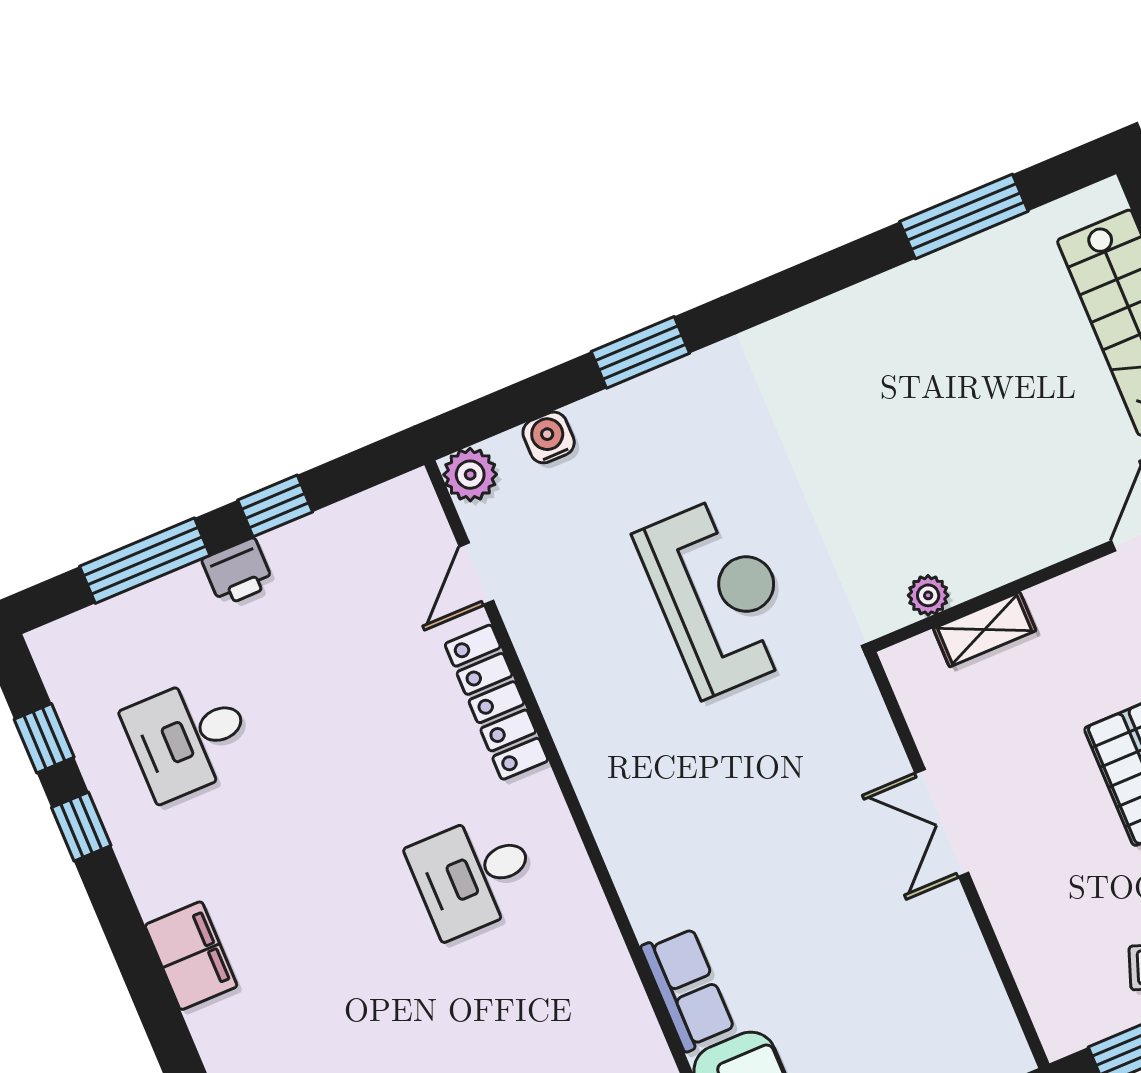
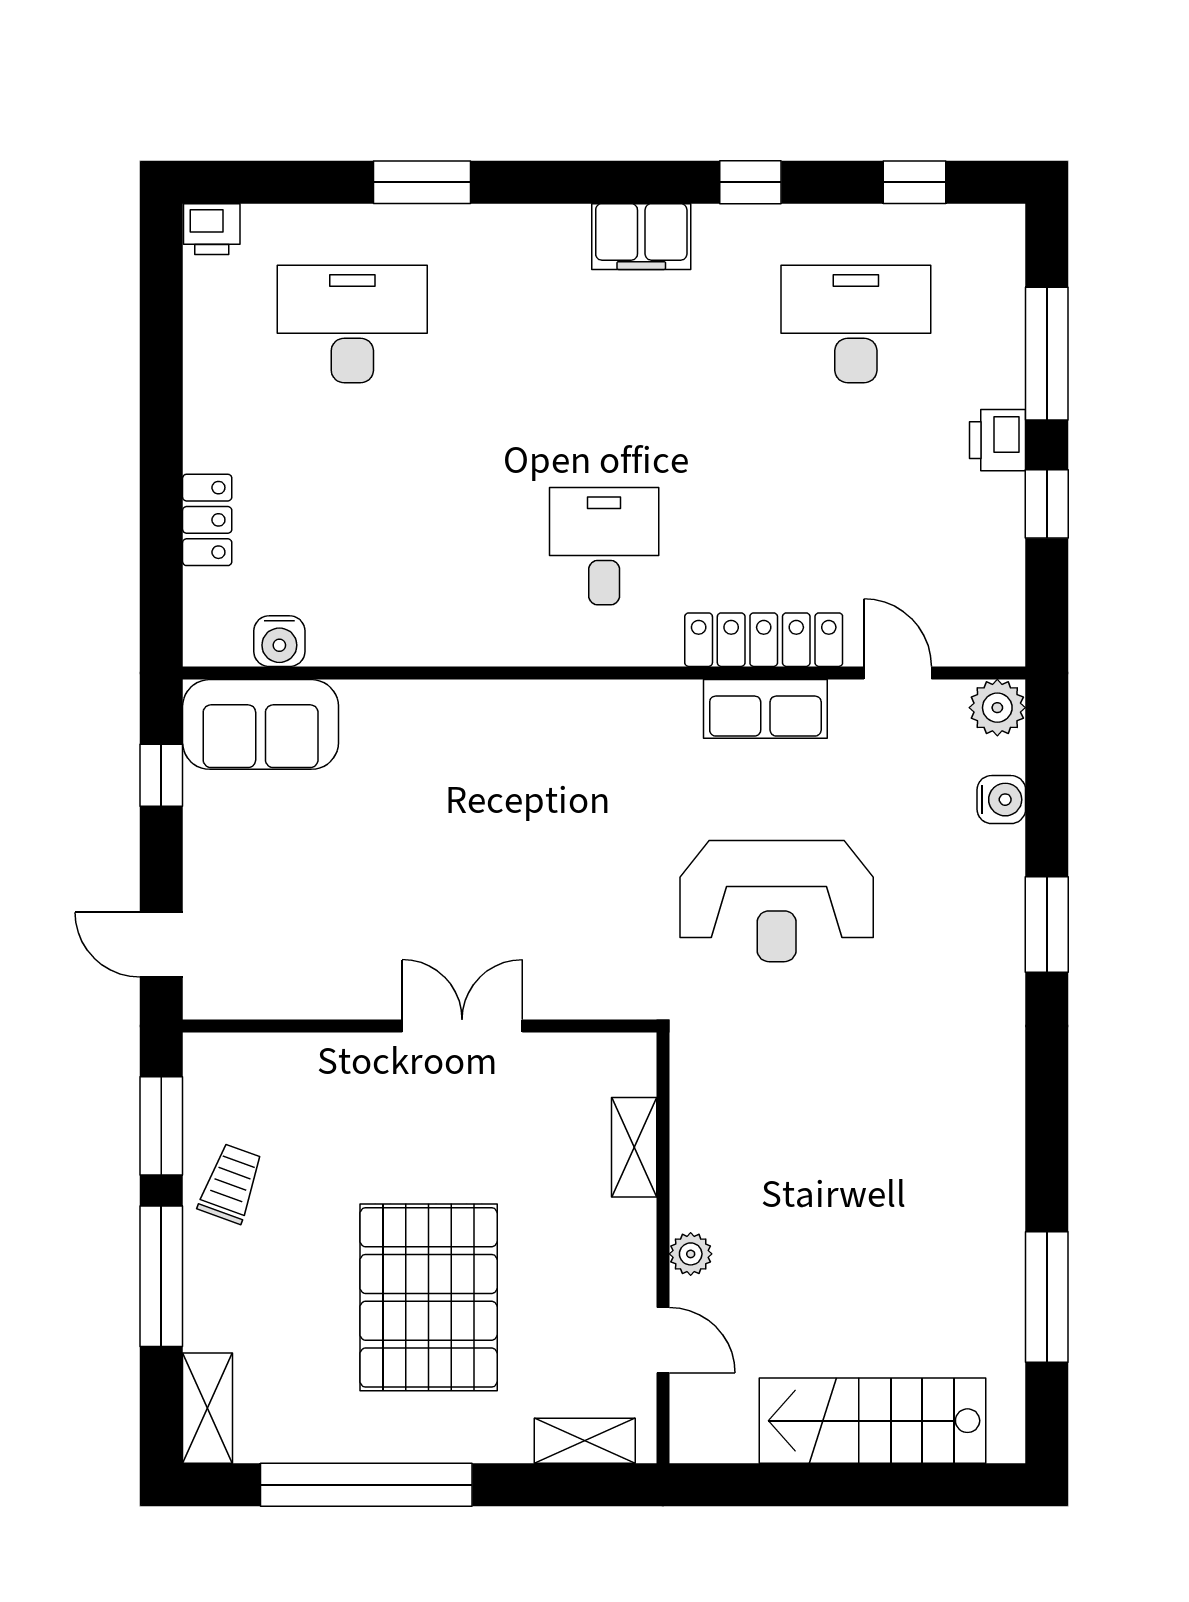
plant: (928, 595) -> (691, 1254), moved
desk: (189, 737) -> (856, 324), width x1.37
window: (81, 827) -> (750, 182), moved
row of seats: (688, 989) -> (765, 709), moved

